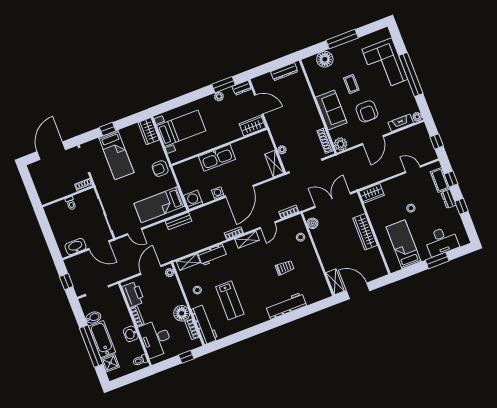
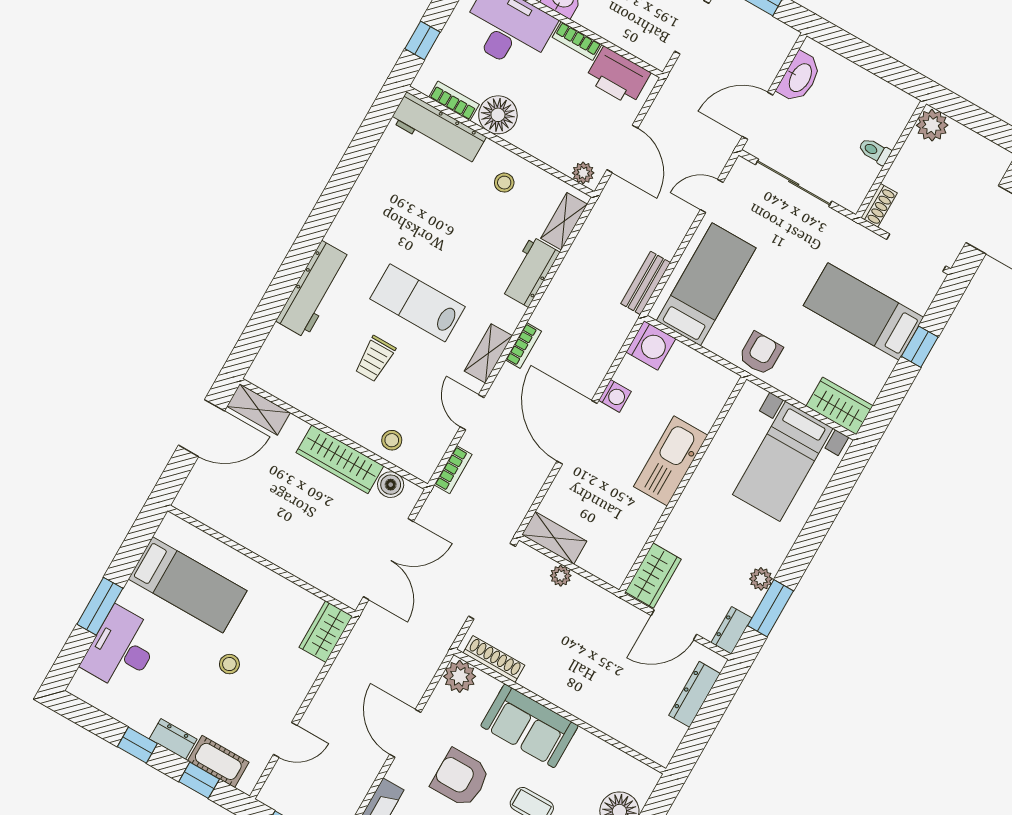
dresser: (284, 72) -> (695, 694), moved
plant: (46, 197) -> (932, 125), added
wardrobe: (365, 232) -> (340, 459), moved, turned 180
lab bench: (230, 300) -> (417, 303), moved

